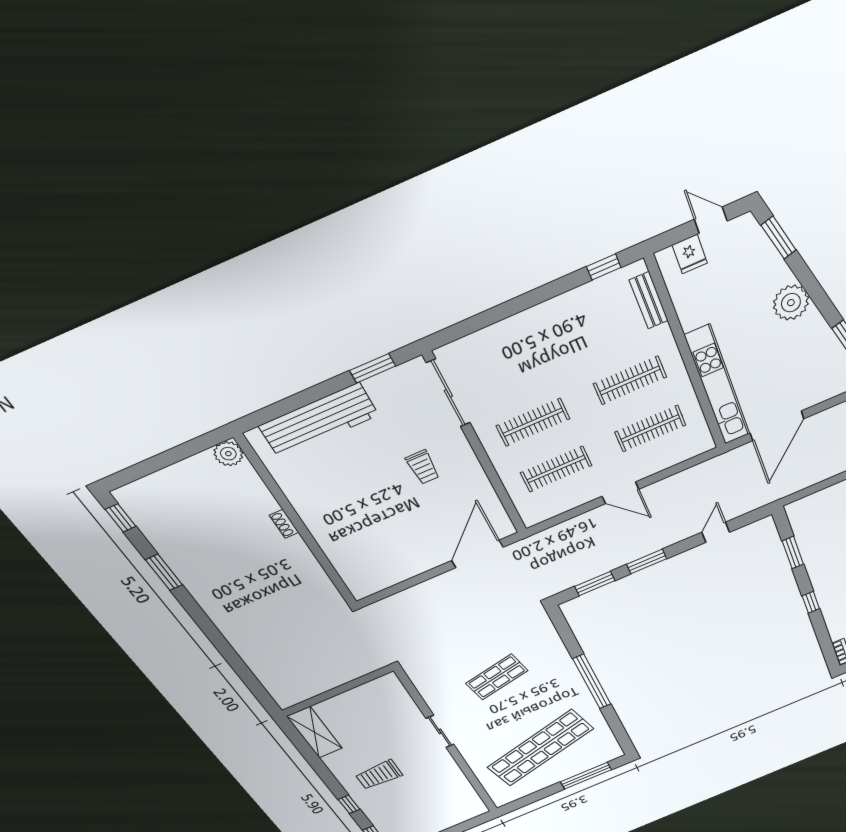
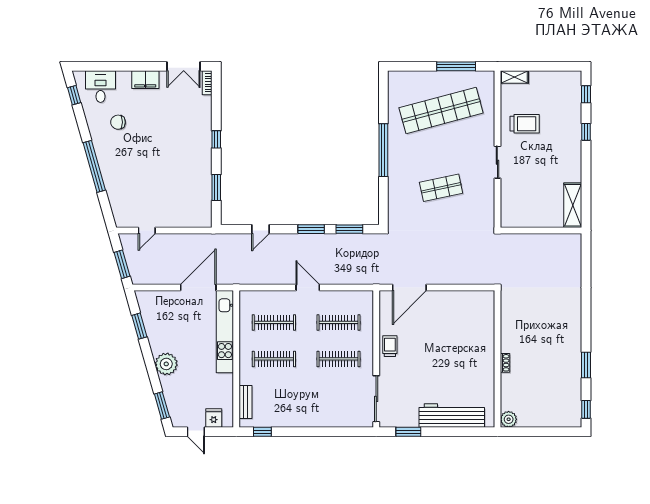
trolley: (423, 467) -> (390, 346), moved
trolley: (379, 775) -> (525, 124), moved
window: (586, 776) -> (456, 66), moved
shelving: (470, 813) -> (514, 77), added

